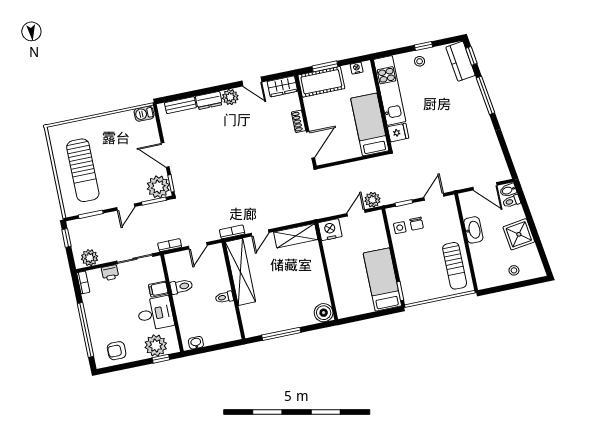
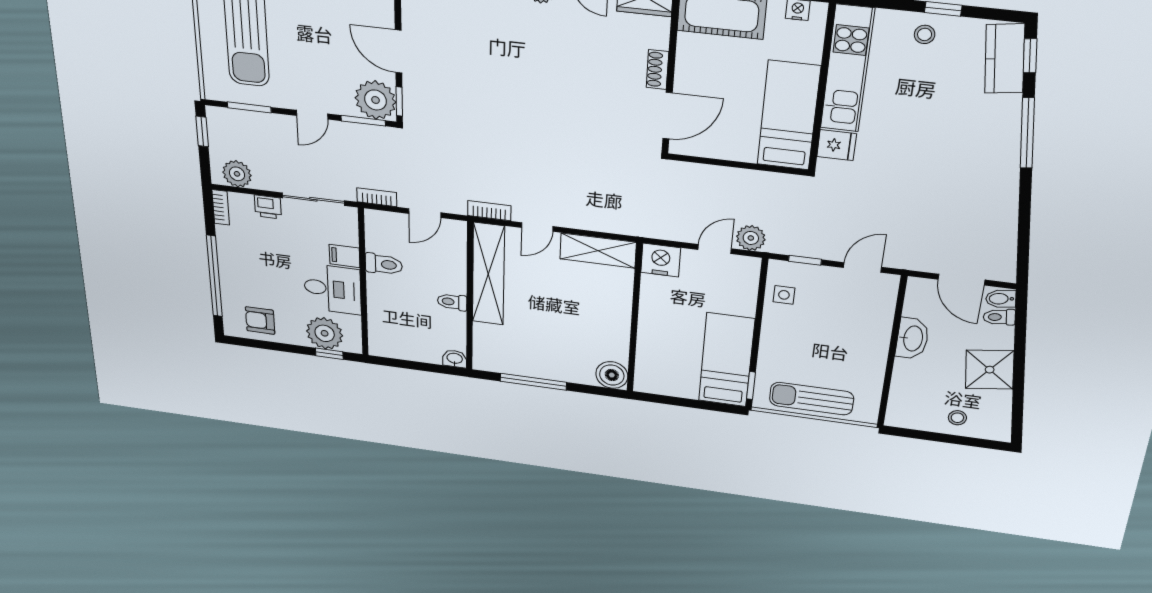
chair: (417, 224) -> (816, 298), removed
sun lounger: (455, 266) -> (812, 399), moved, turned 90
washbasin: (196, 343) -> (455, 359), moved

